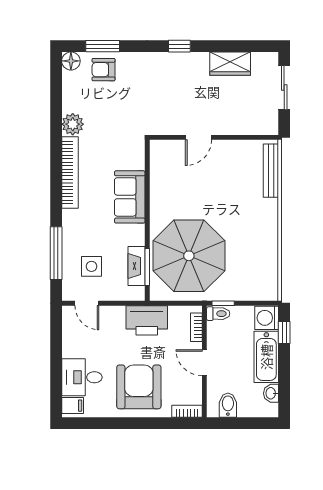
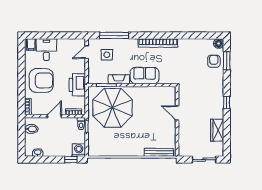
plant: (73, 124) -> (184, 44), removed
fireplace: (137, 266) -> (119, 79), moved
bathtub: (266, 357) -> (58, 150), removed

